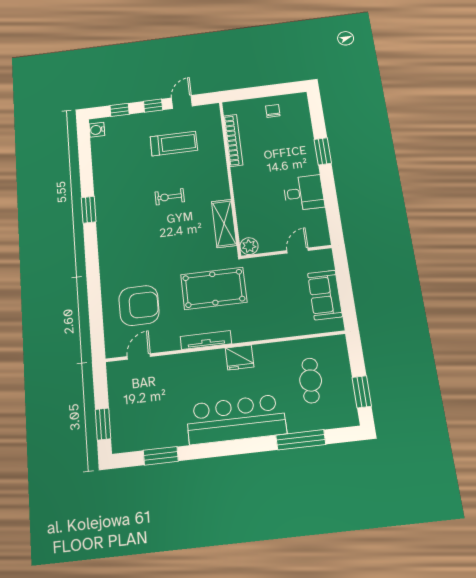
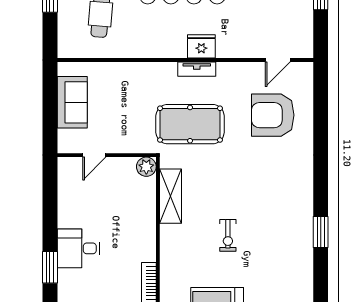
desk: (304, 193) -> (78, 248), moved
exercise bike: (170, 197) -> (228, 235), turned 90
tv unit: (206, 340) -> (197, 69), width x0.71
fridge: (240, 358) -> (201, 46), moved

